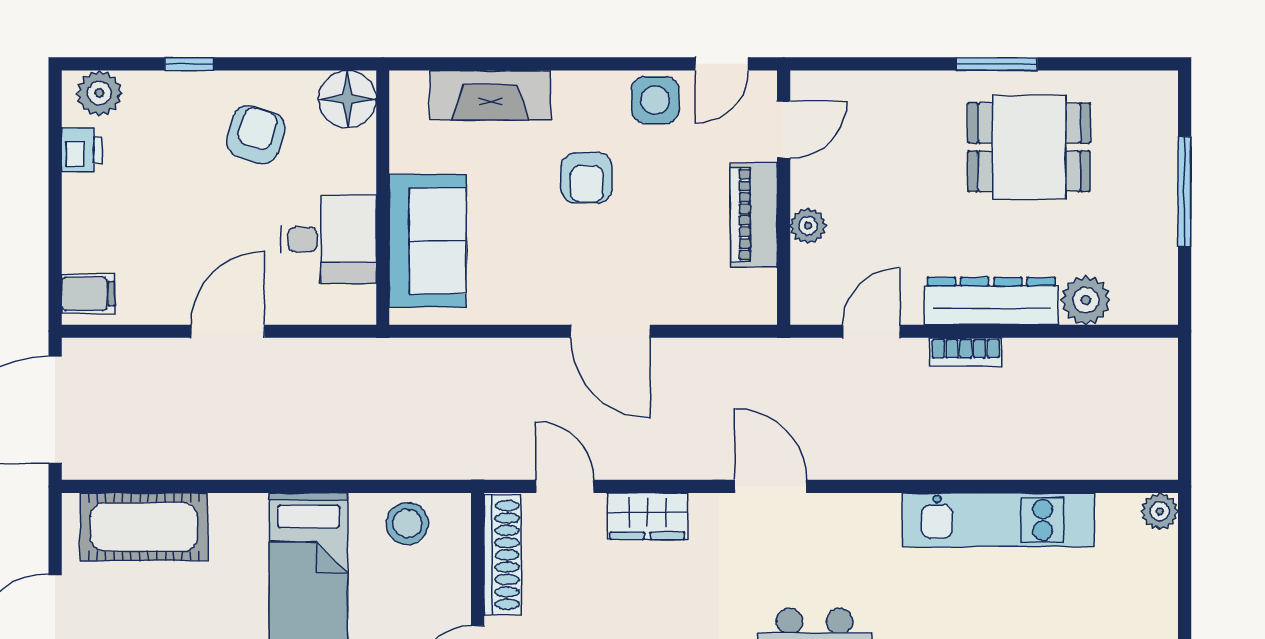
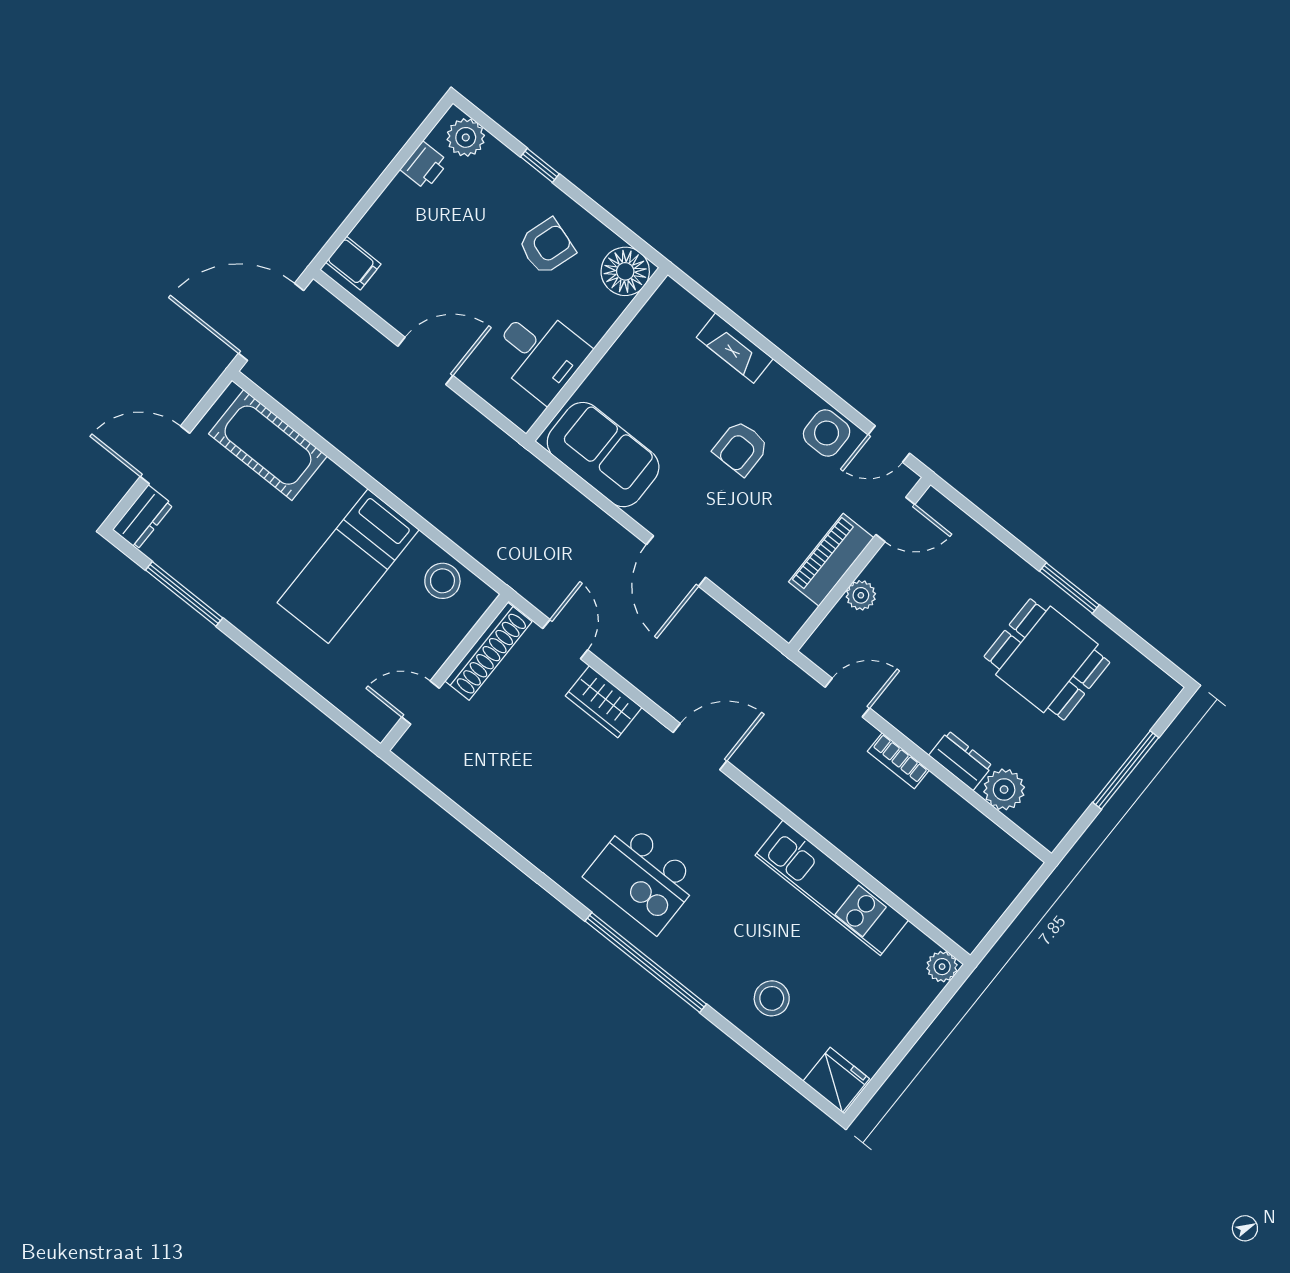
fireplace: (490, 95) -> (735, 348), width x0.73, depth x0.76
sofa: (428, 241) -> (603, 455), moved, turned -90
dresser: (991, 301) -> (961, 761), width x0.51, depth x0.80
door: (771, 486) -> (700, 747), hinge flipped

